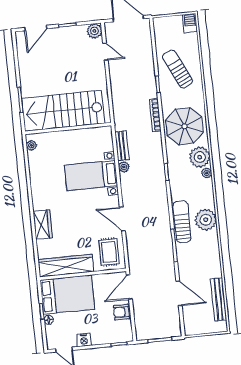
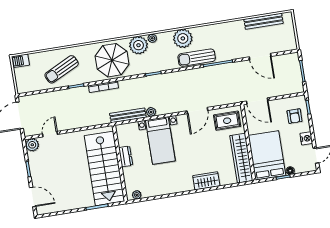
dresser: (75, 135) -> (126, 156), added
bench: (122, 146) -> (128, 115), width x1.36
plant: (206, 220) -> (183, 38), moved
door: (179, 293) -> (260, 57), swing flipped
armchair: (121, 312) -> (295, 116), moved

